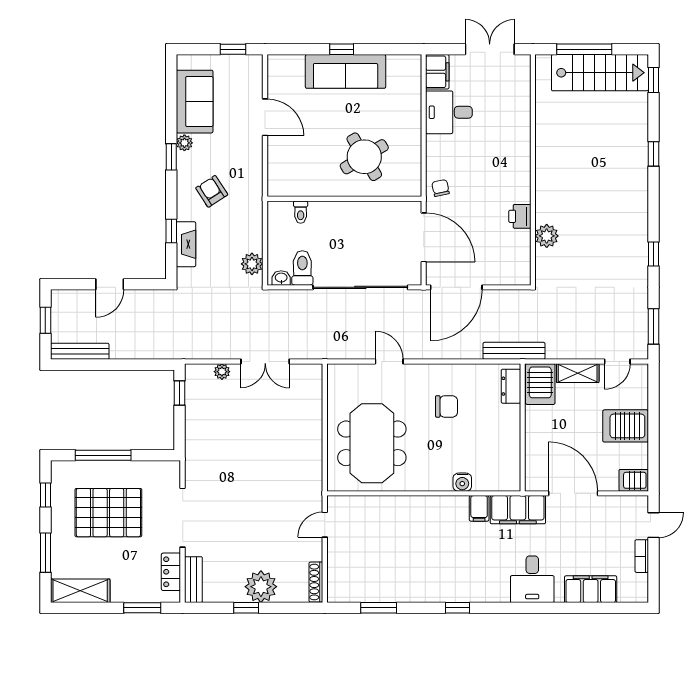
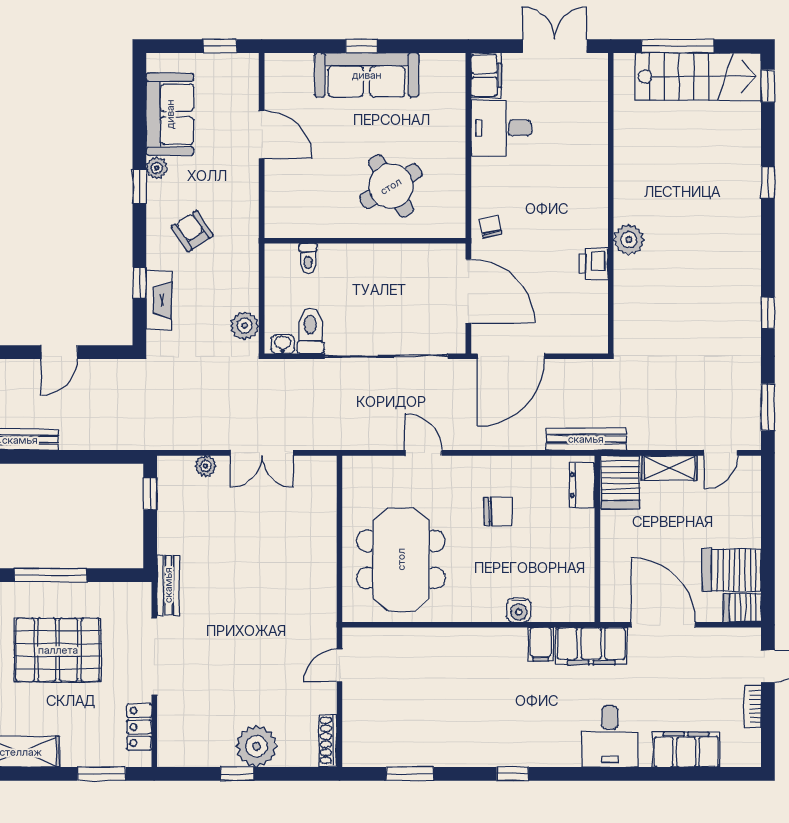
plant: (547, 236) -> (629, 240), moved
server rack: (626, 426) -> (732, 570), moved
bench: (193, 580) -> (168, 585), moved

